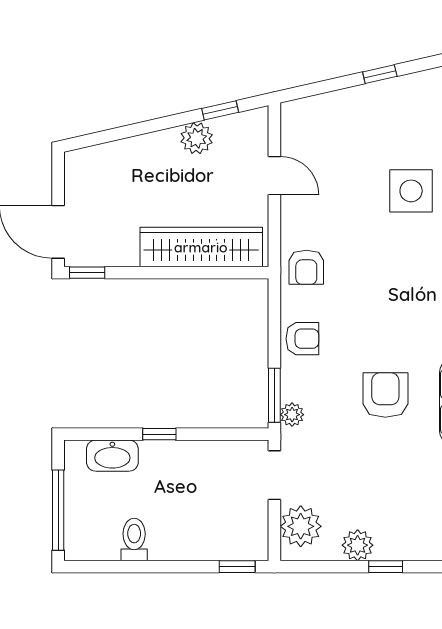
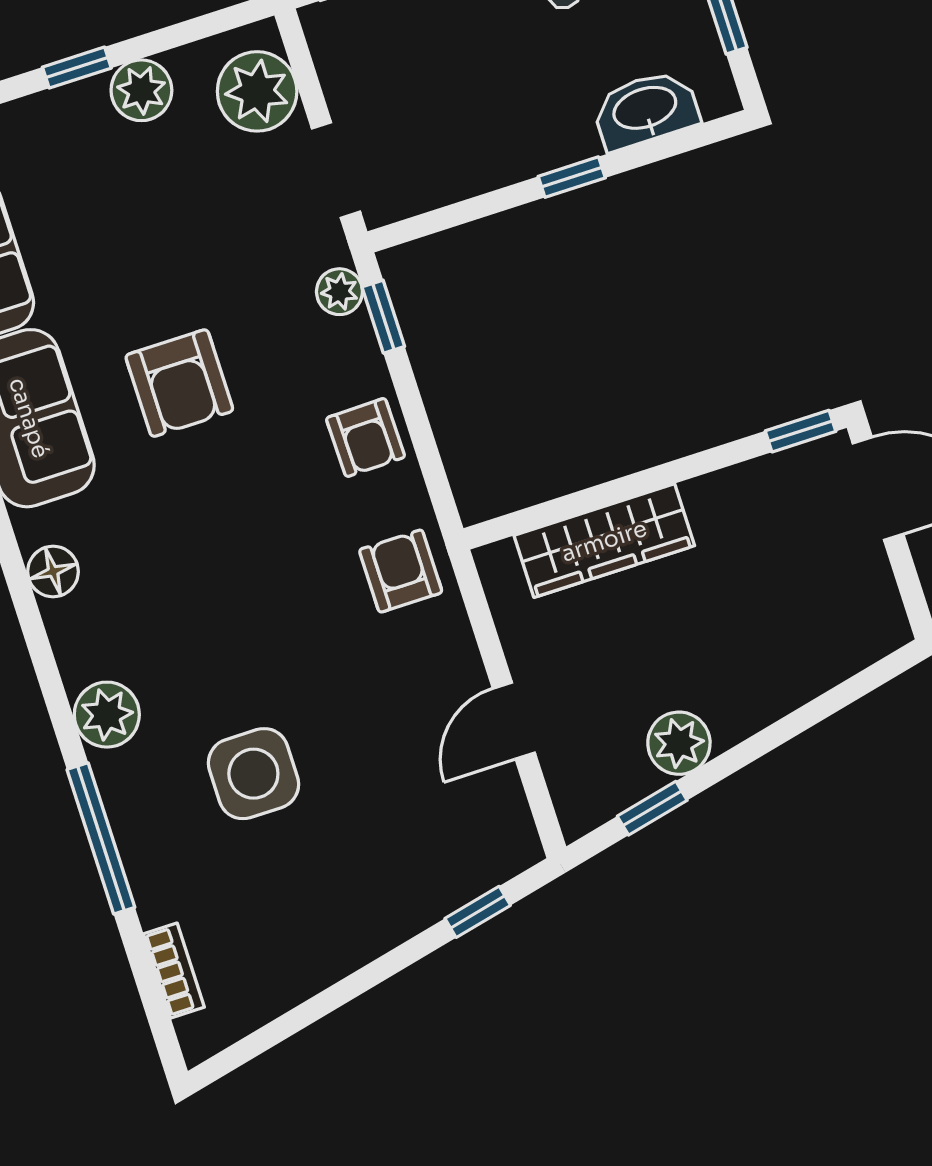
window: (380, 74) -> (478, 912), moved
door: (274, 176) -> (514, 721), hinge flipped
wardrobe: (201, 247) -> (604, 541), width x0.71, depth x0.85
armchair: (302, 339) -> (366, 437), turned -91
window: (274, 395) -> (383, 317), width x0.67

